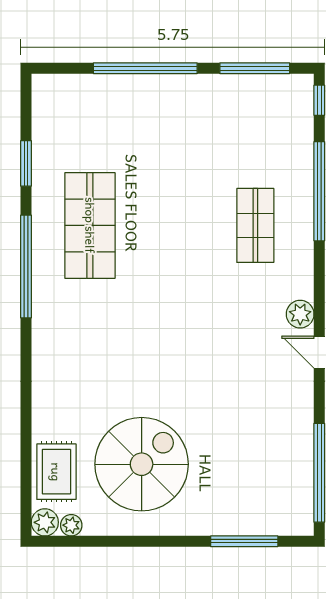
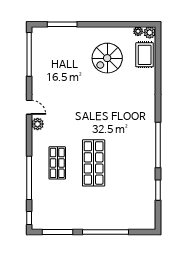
shop shelf: (90, 225) -> (94, 163), moved
spiral stairs: (142, 464) -> (107, 58), width x0.73, depth x0.73

